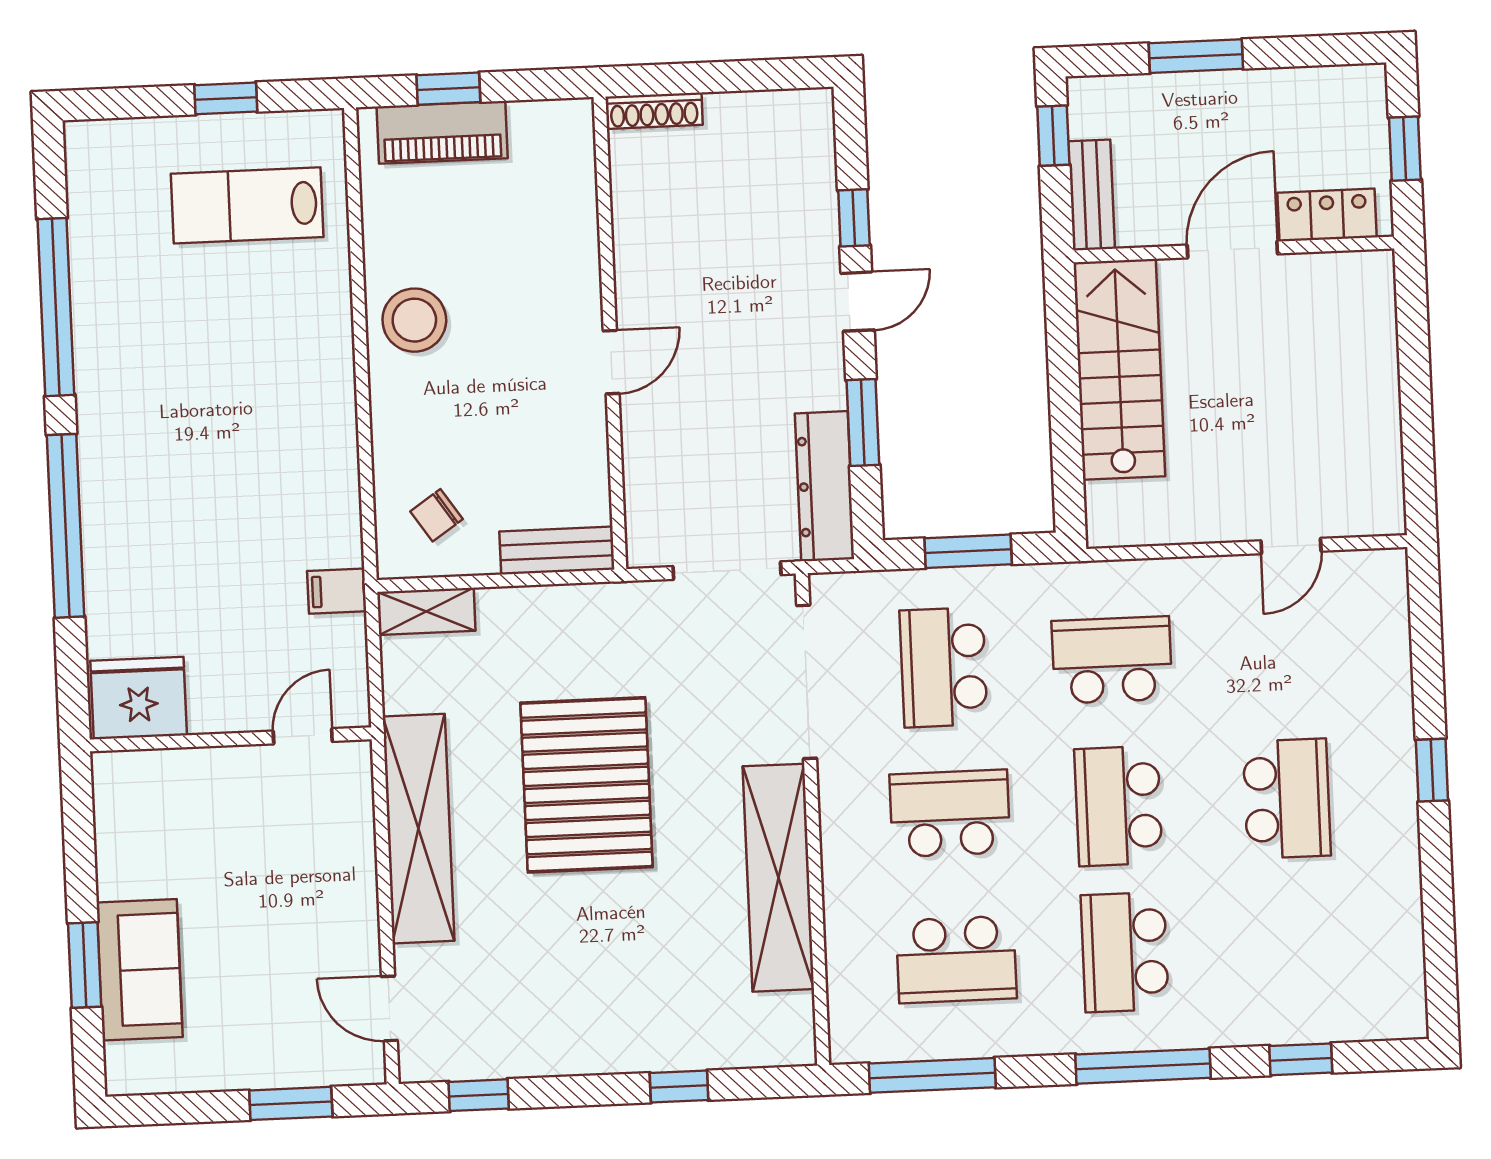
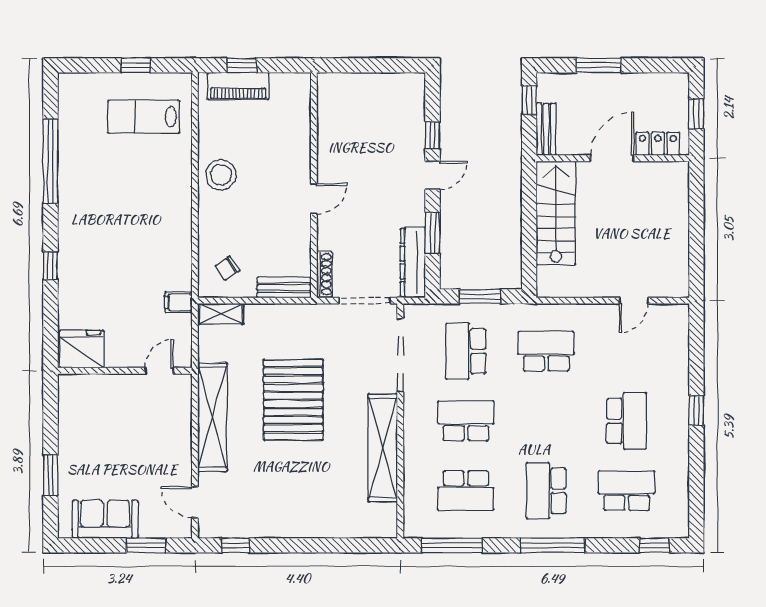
shoe rack: (654, 111) -> (324, 274), moved, turned -90
window: (65, 526) -> (51, 266), width x0.32
school desk: (1118, 806) -> (627, 491), moved, turned 90
sofa: (140, 970) -> (105, 519), moved, turned -90
window: (1301, 1059) -> (655, 545), moved
window: (679, 1086) -> (331, 545), removed

